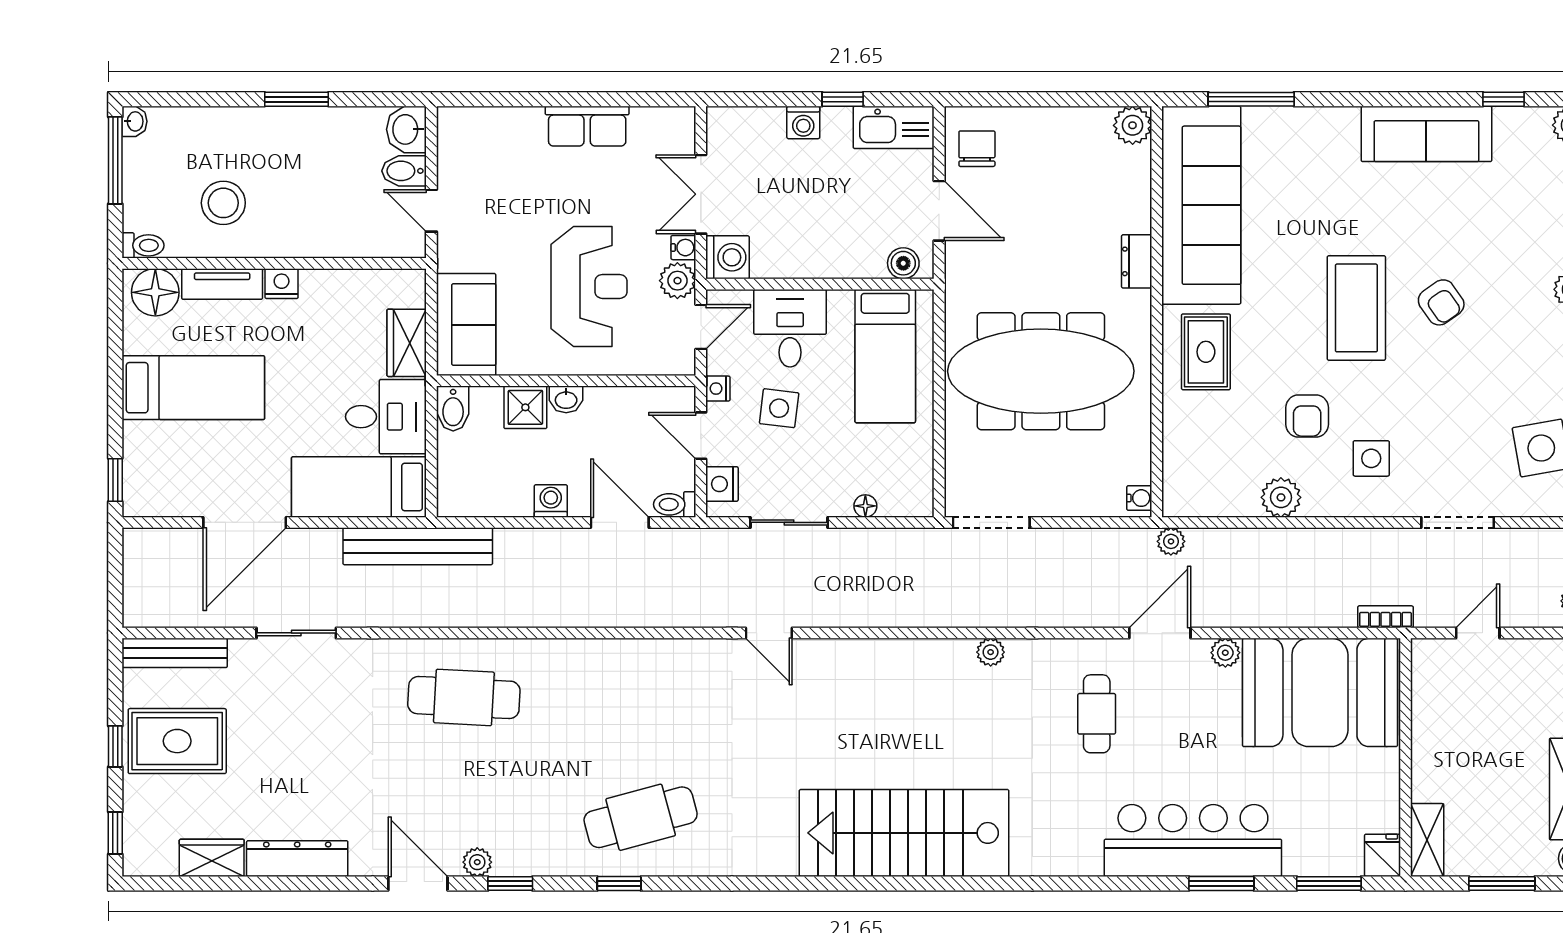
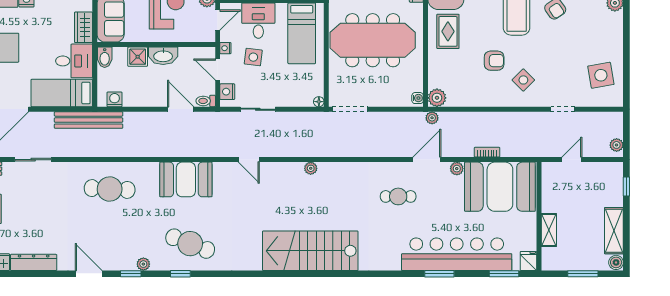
washbasin: (566, 399) -> (163, 56), width x1.91, depth x1.45
armchair: (1307, 416) -> (494, 61), turned -90
side table: (1371, 458) -> (523, 80), turned 45
plant: (1281, 497) -> (437, 98), moved
washing machine: (551, 501) -> (115, 99), moved
floor lamp: (865, 506) -> (319, 102), moved
doorway: (1458, 522) -> (563, 109), width x0.73
bookcase: (1385, 617) -> (487, 152), moved
plant: (991, 652) -> (311, 168), moved
booth: (631, 677) -> (186, 179), added
cafe table: (1097, 714) -> (398, 196), turned 90
cafe table: (641, 817) -> (190, 244), turned 36
bar counter: (1193, 840) -> (457, 254), width x1.36
shelving: (1427, 840) -> (549, 230), moved
plant: (477, 862) -> (143, 264), moved
window: (1221, 883) -> (439, 274), moved

